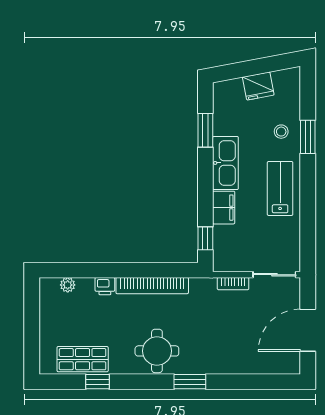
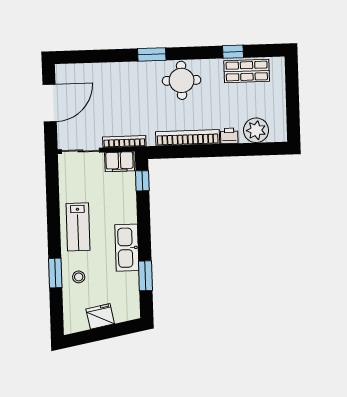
filing cabinet: (224, 208) -> (119, 162), moved, turned -90
bookcase: (233, 284) -> (124, 142), width x1.56
plant: (68, 285) -> (256, 130), width x1.88, depth x1.88

